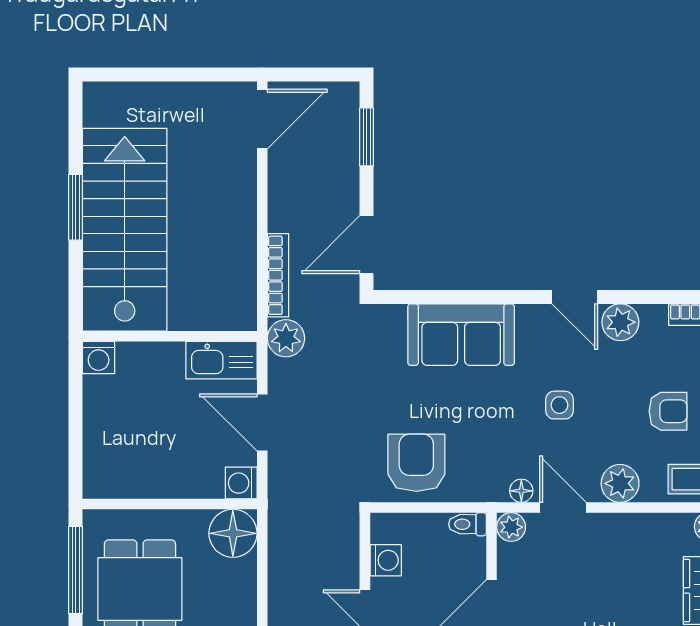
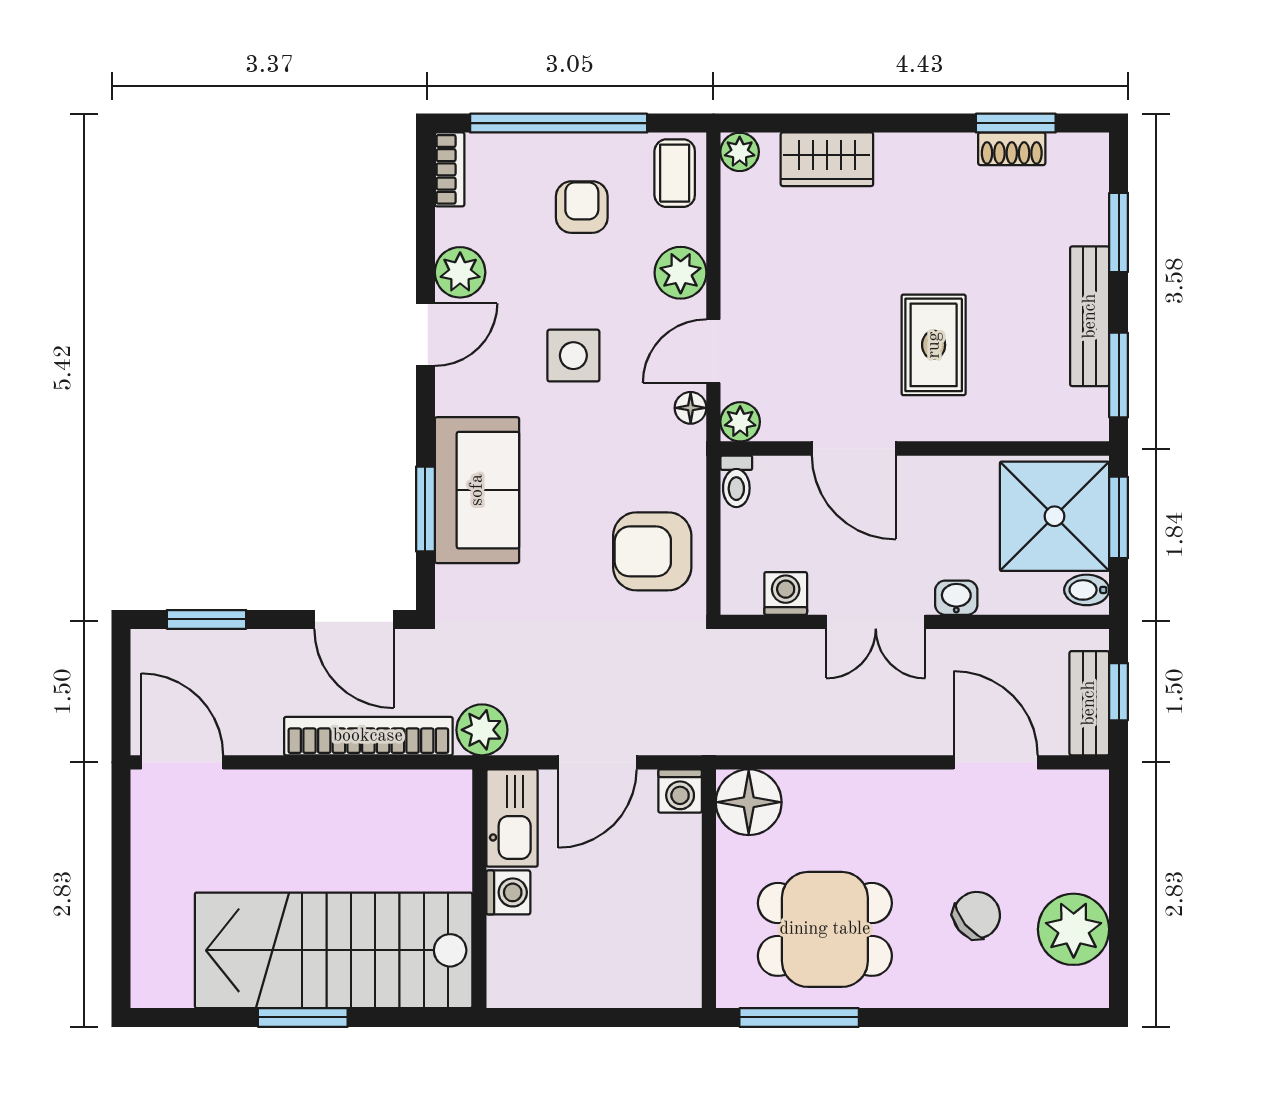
bookcase: (278, 275) -> (368, 736), width x1.48, depth x1.31
window: (447, 297) -> (425, 509), added
washing machine: (99, 358) -> (508, 892), moved
side table: (560, 405) -> (573, 356), width x1.37, depth x1.37

